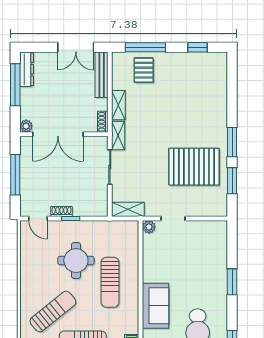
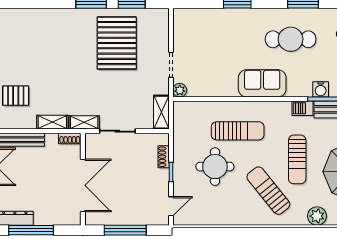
plant: (26, 126) -> (74, 219), removed
shoe rack: (61, 211) -> (164, 157), moved

